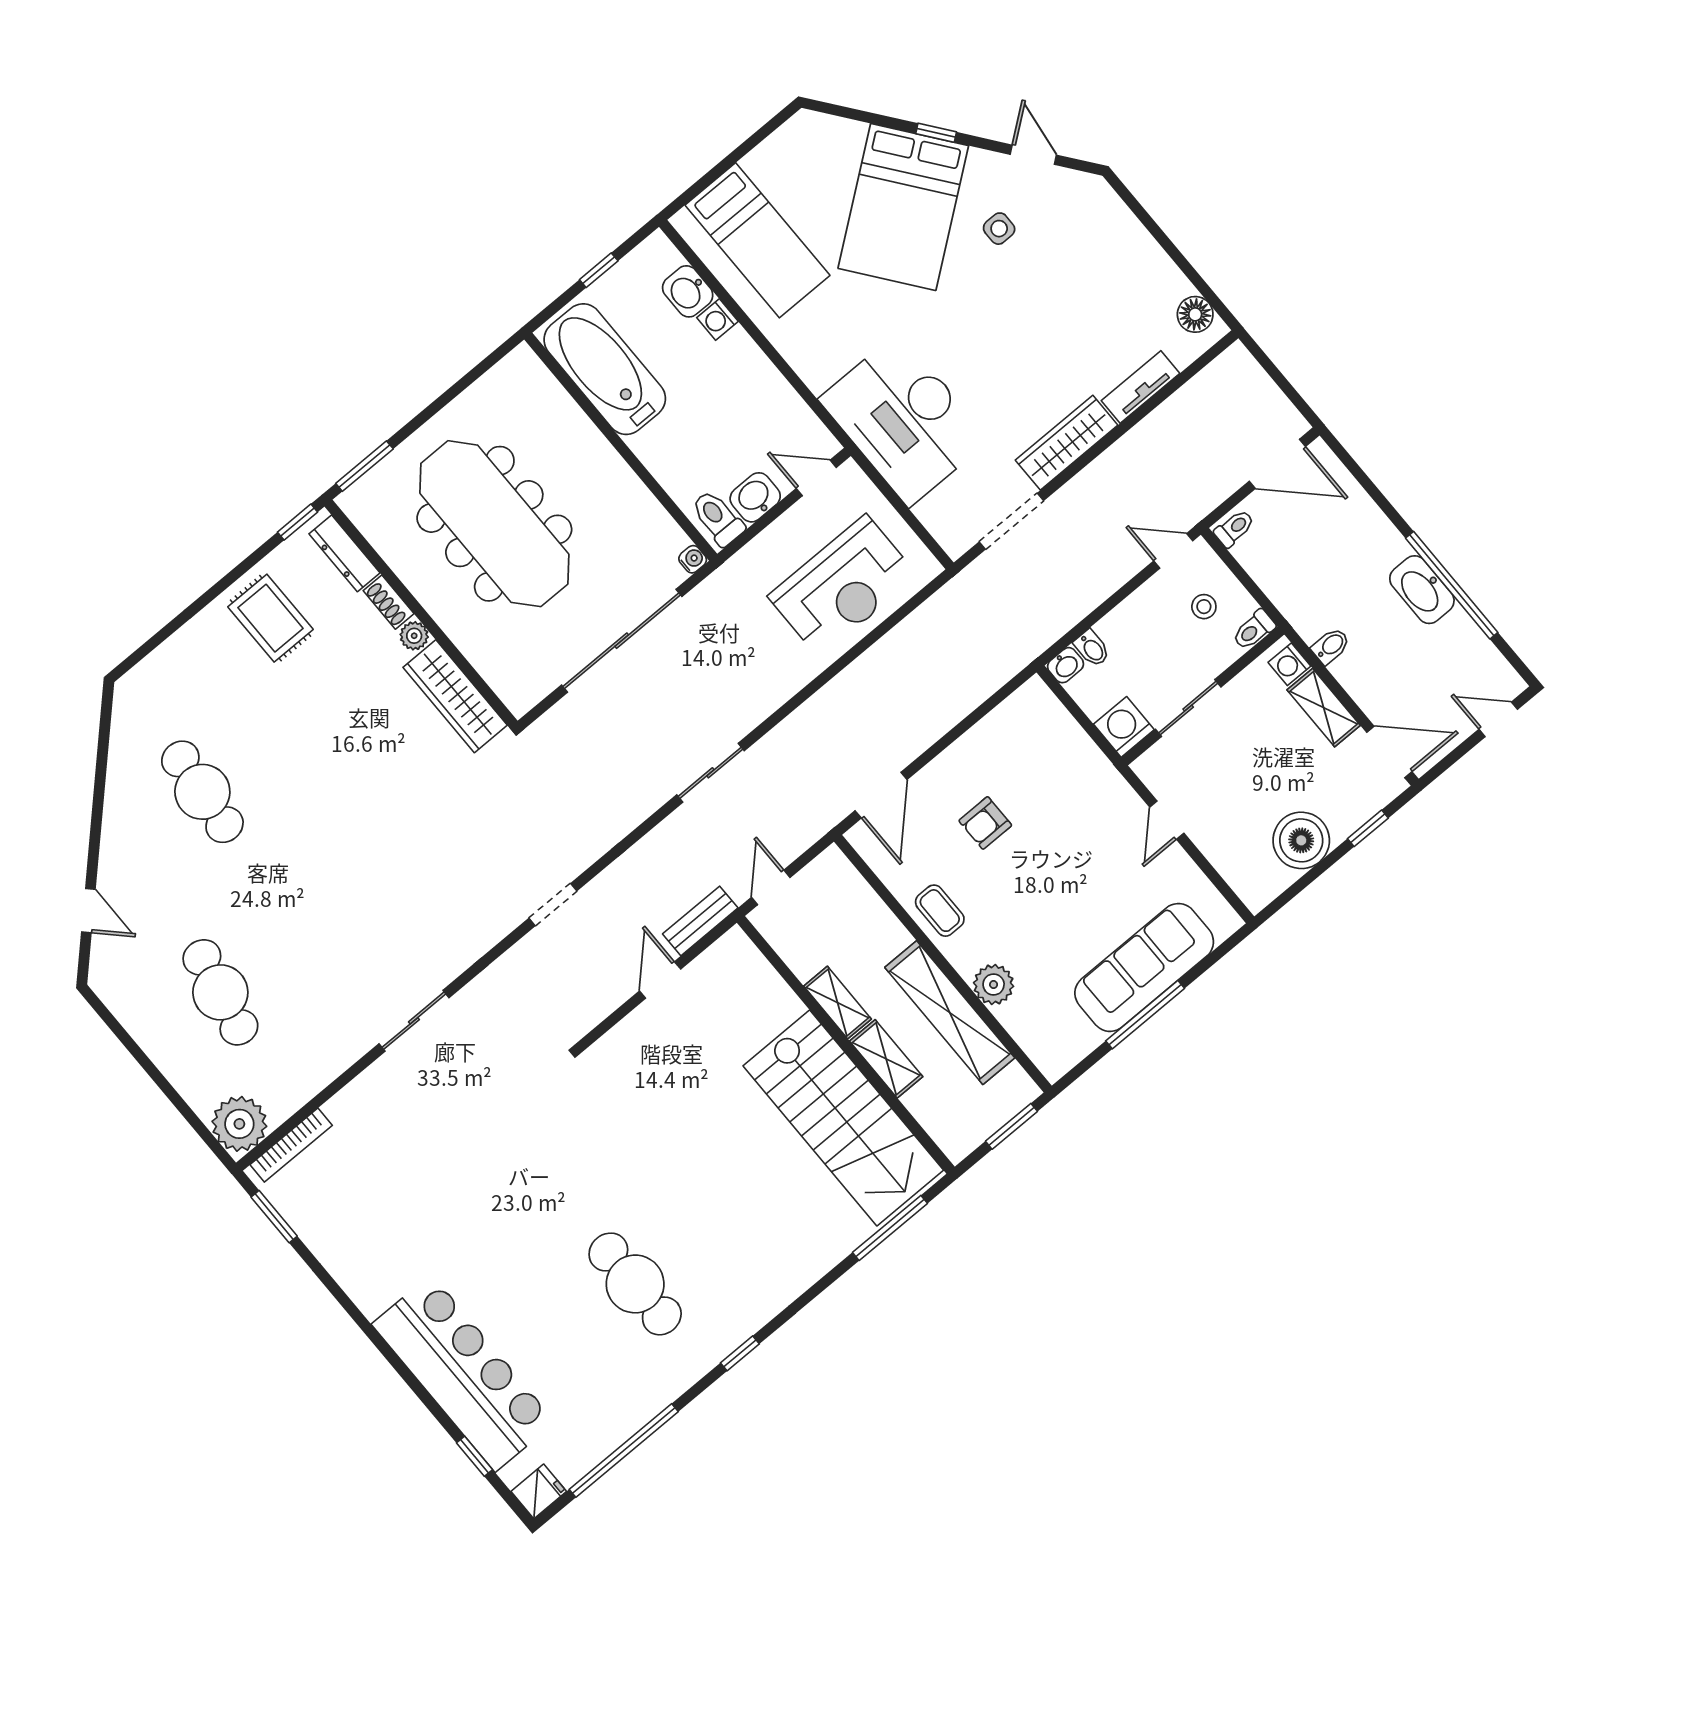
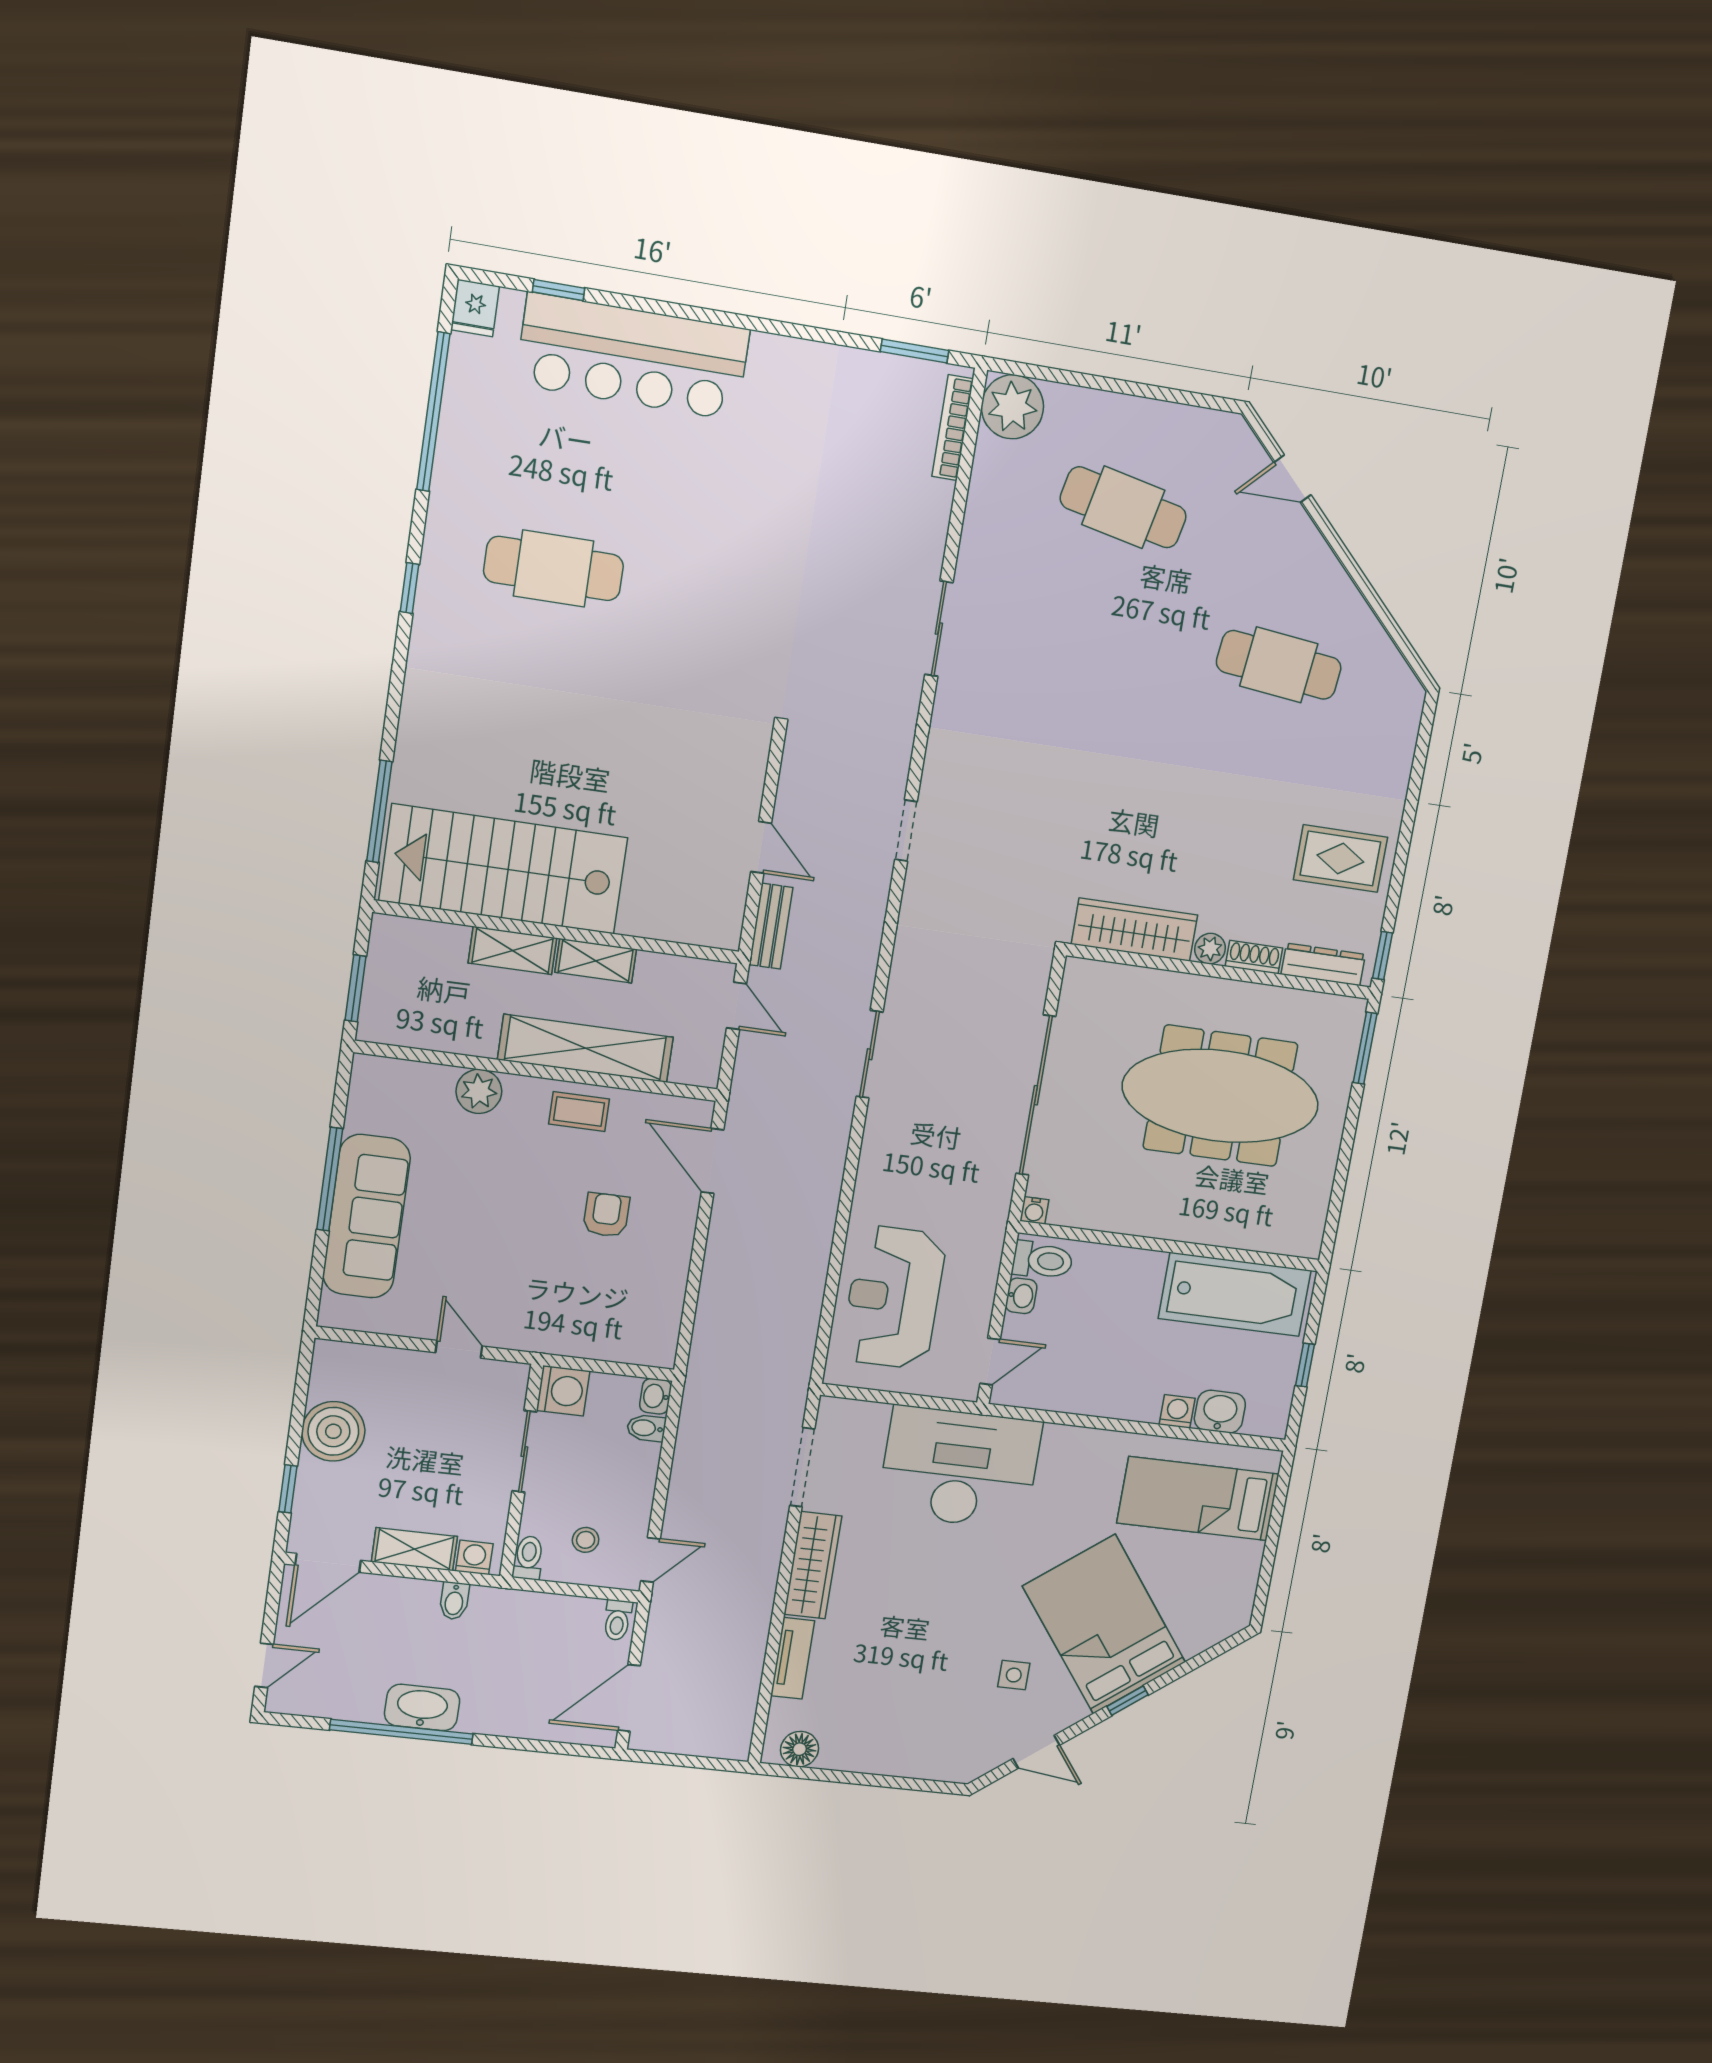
washbasin: (755, 497) -> (1021, 1296), width x0.72, depth x0.69
shelving: (950, 1013) -> (585, 1048), moved

